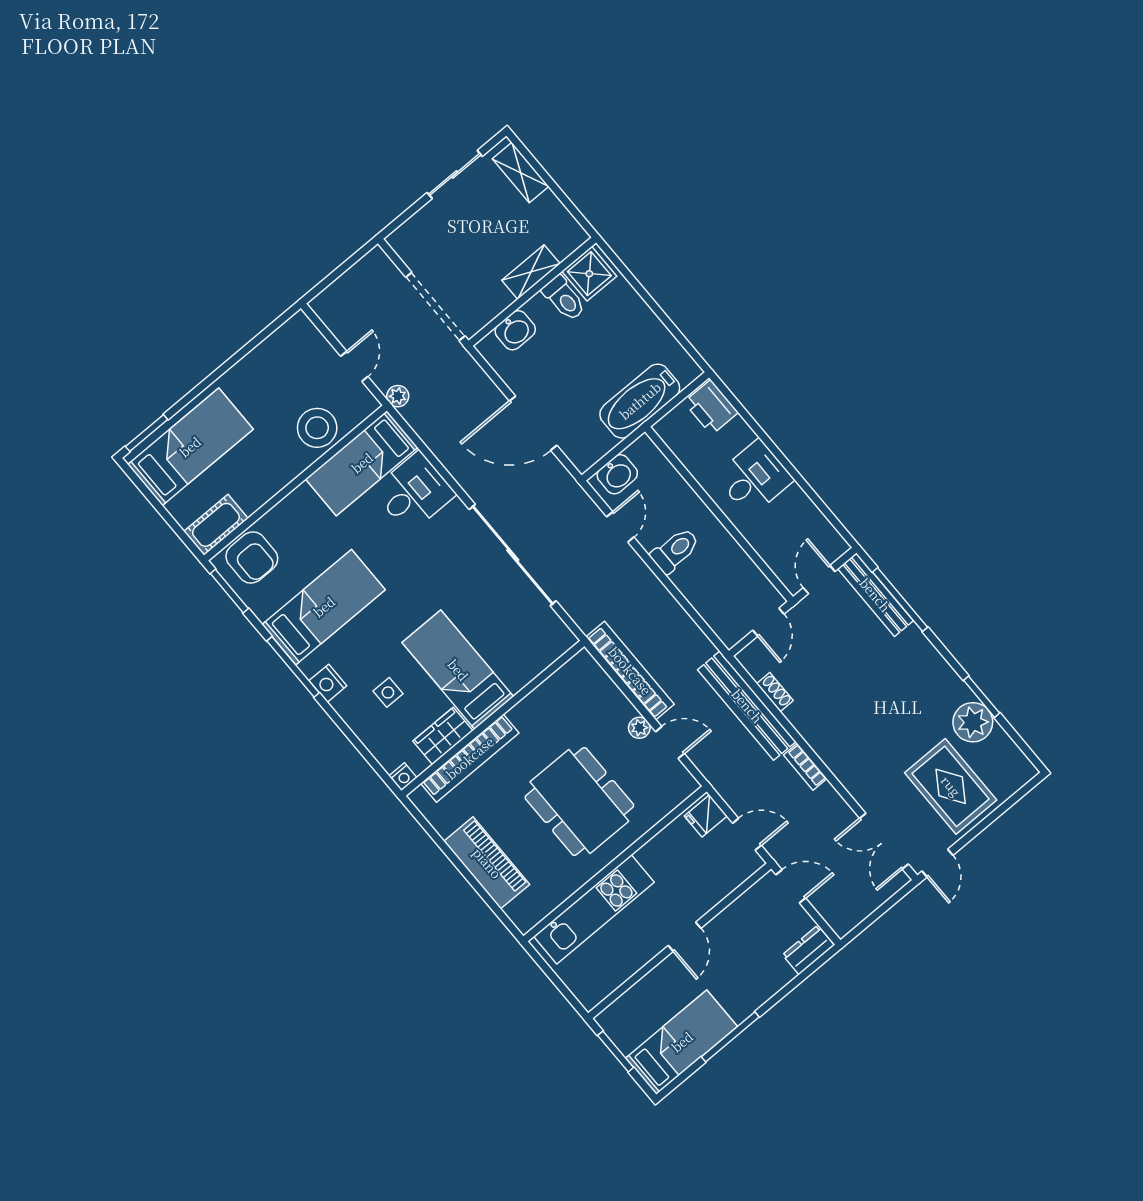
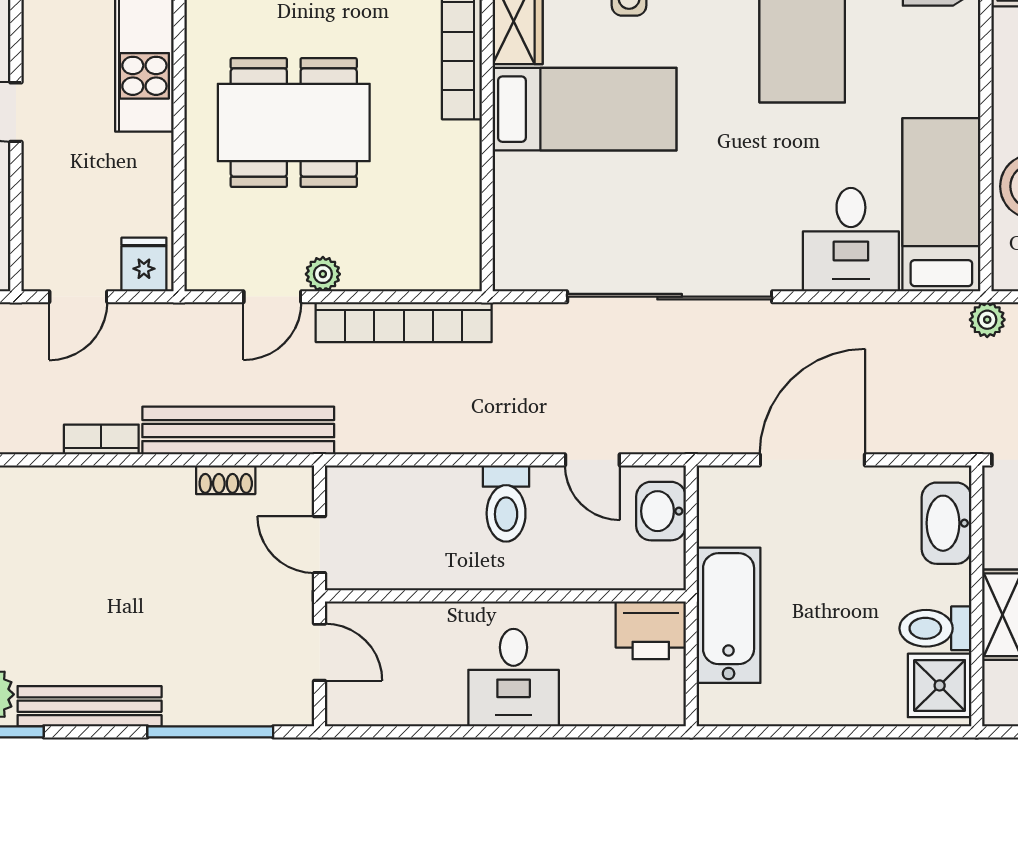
washbasin: (515, 330) -> (946, 523), width x1.38
printer: (711, 407) -> (651, 630), moved, turned 180
bench: (875, 595) -> (90, 706), moved

